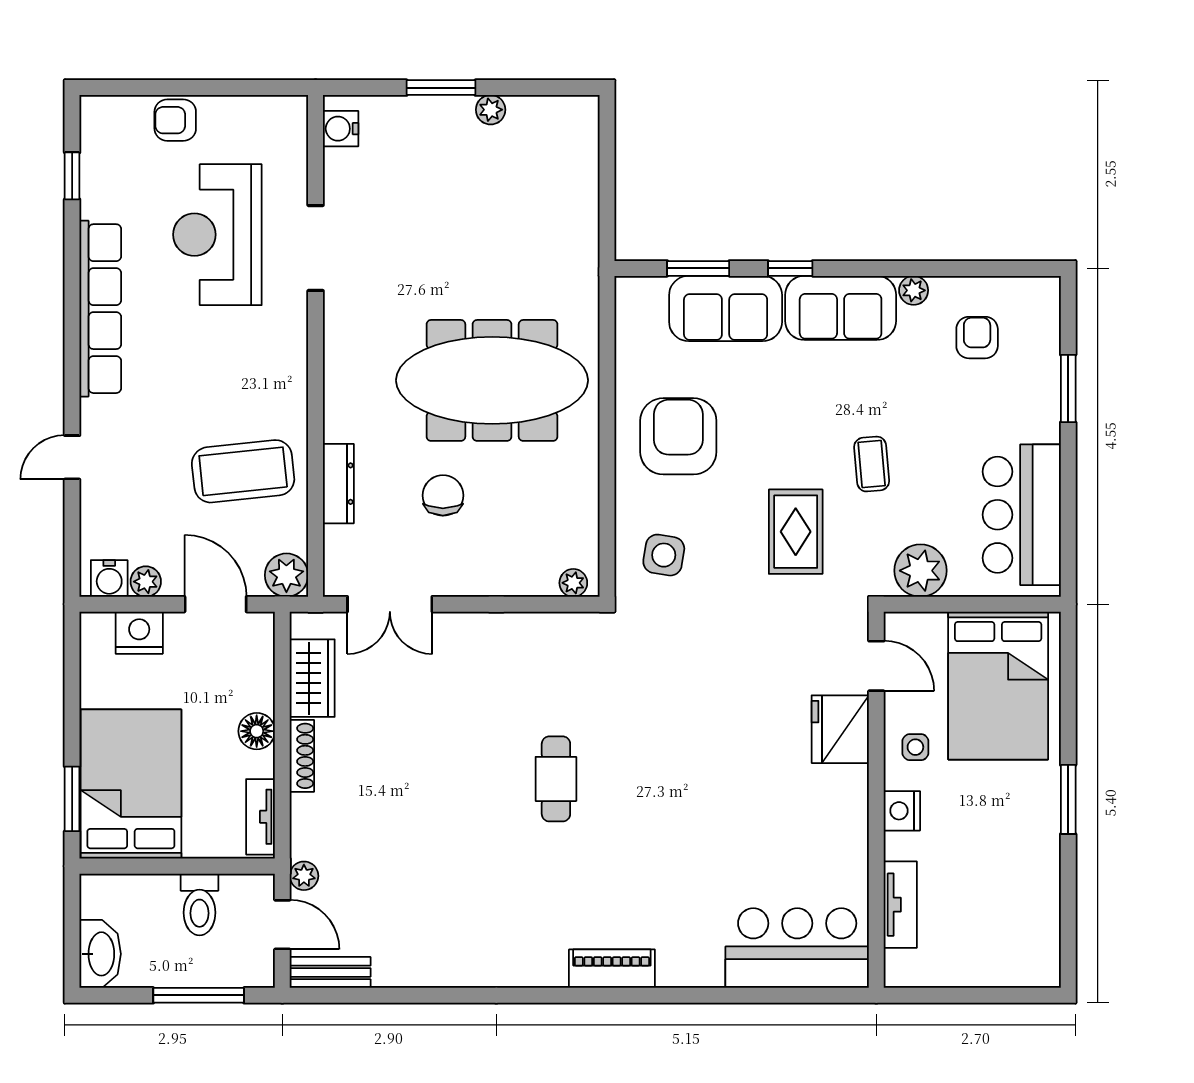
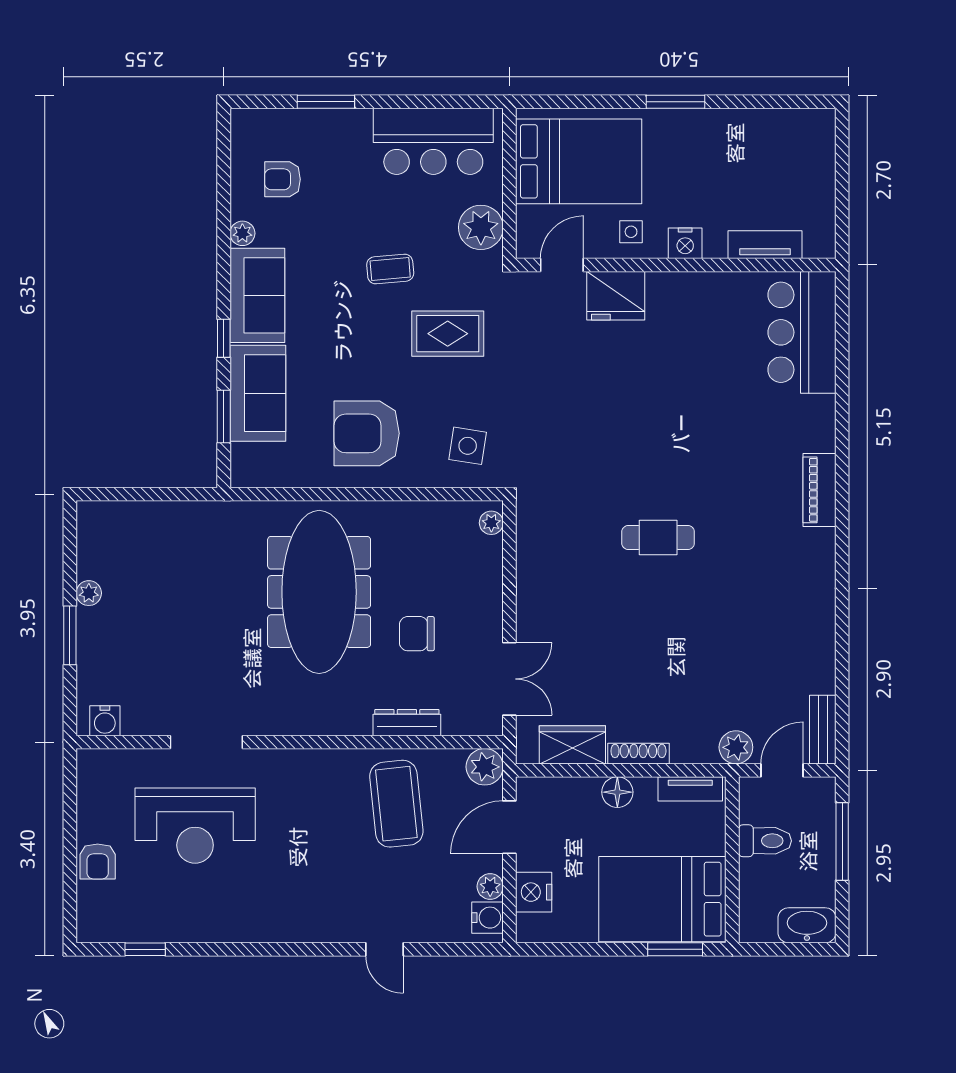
row of seats: (100, 309) -> (258, 925), removed
plant: (304, 876) -> (736, 747), width x1.38, depth x1.38

